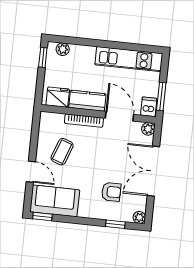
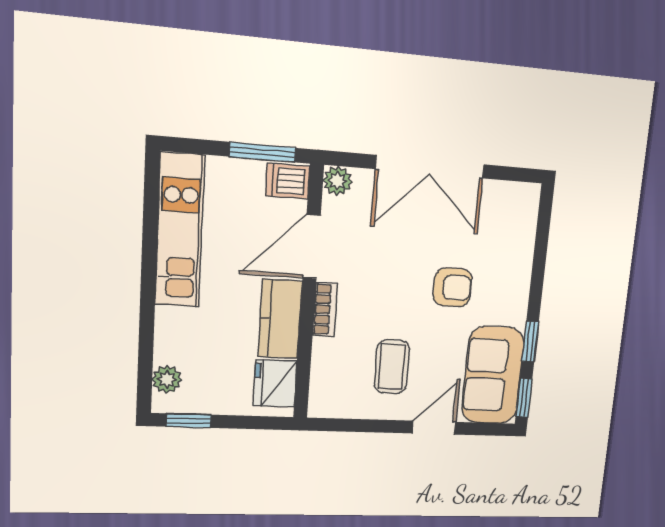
bookcase: (84, 121) -> (325, 309), width x0.64
coffee table: (62, 152) -> (392, 367), turned 70
armchair: (111, 192) -> (453, 287), moved, turned 90
plant: (139, 217) -> (528, 196), removed
window: (115, 224) -> (530, 342), moved

